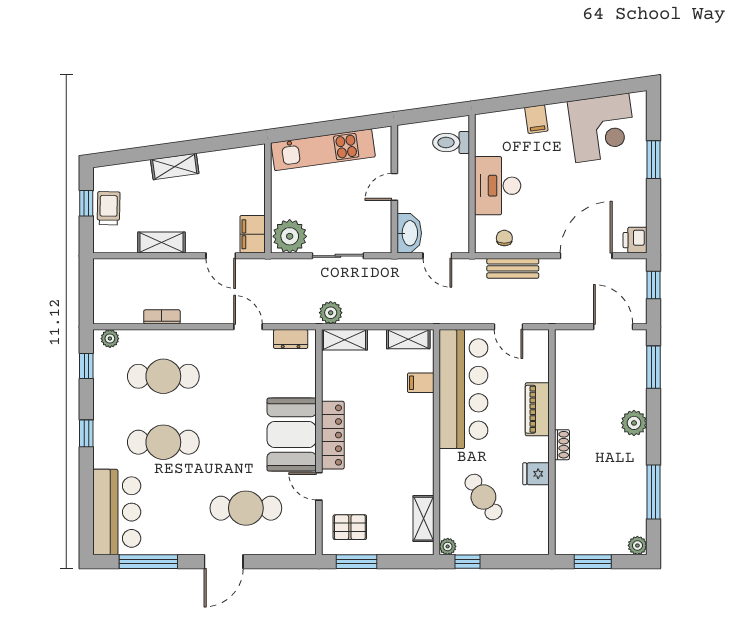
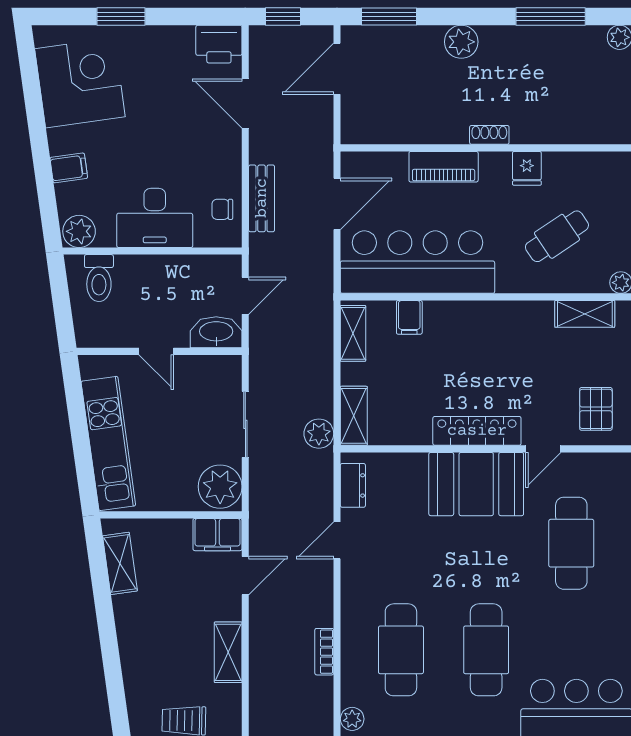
plant: (487, 127) -> (79, 231), added
shelving: (175, 166) -> (120, 563), moved
printer: (635, 240) -> (219, 44), width x1.36, depth x1.24
door: (586, 256) -> (245, 104), width x0.73
door: (508, 327) -> (337, 204), width x1.38

